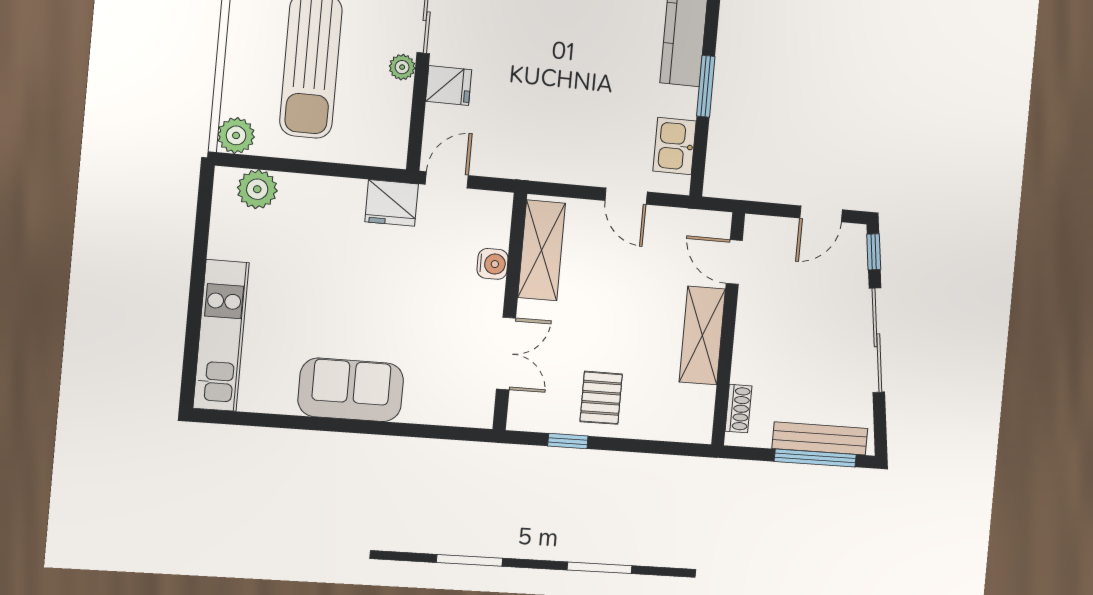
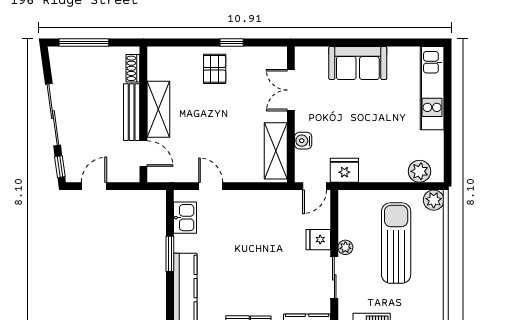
shelving: (542, 250) -> (276, 151), moved
water cooler: (493, 264) -> (303, 141), moved
wall: (510, 311) -> (291, 114), moved
double door: (506, 354) -> (291, 90), moved
bench: (820, 438) -> (132, 112), moved, turned 90

